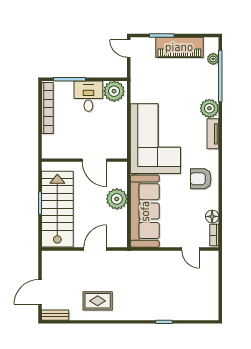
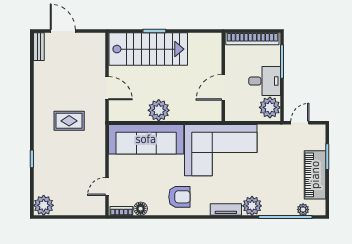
door: (129, 49) -> (300, 123), moved
wall: (84, 160) -> (223, 77), moved
door: (95, 160) -> (223, 87), moved
armchair: (201, 179) -> (179, 197), turned 90
rug: (98, 301) -> (69, 121), moved, turned 90
plant: (209, 311) -> (44, 205), added

